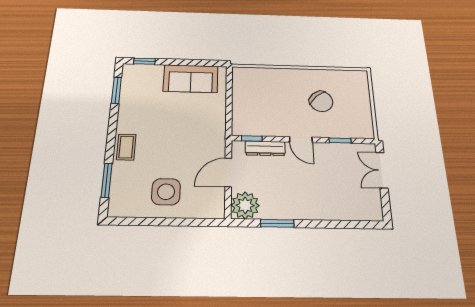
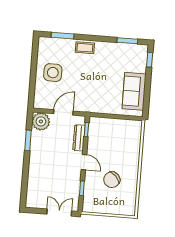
door: (301, 140) -> (84, 162), swing flipped
door: (228, 172) -> (63, 112), hinge flipped

